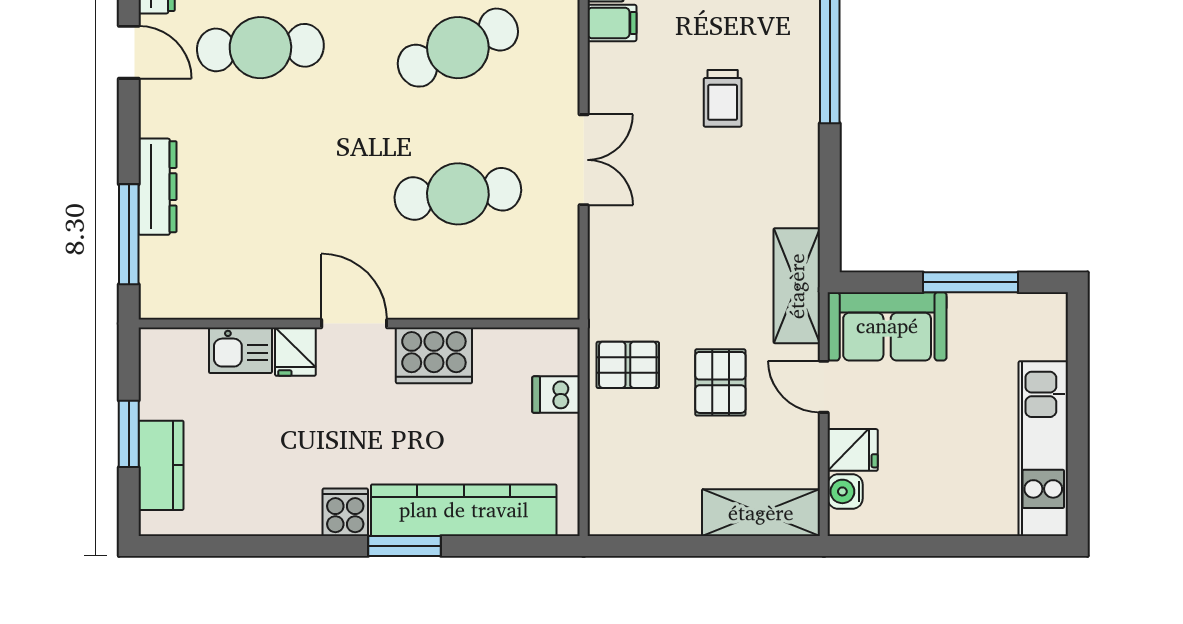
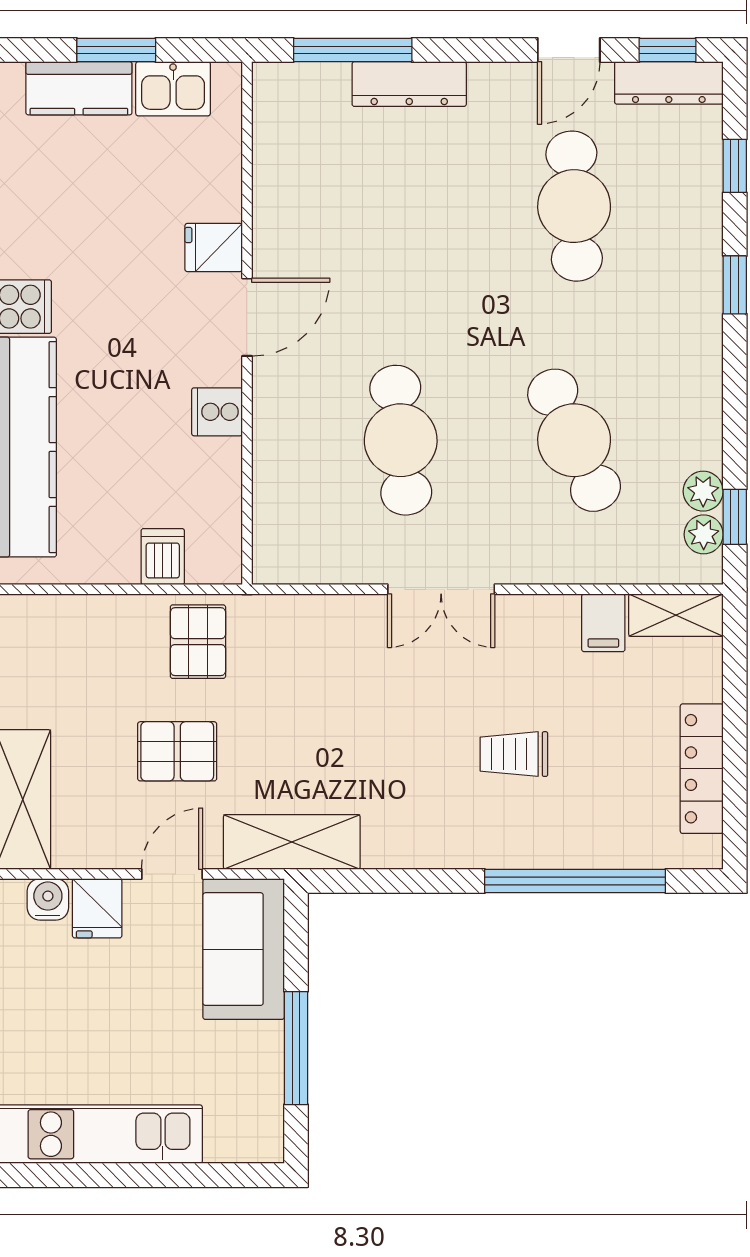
kitchen sink: (240, 350) -> (173, 89), moved, turned -90
cooker: (434, 355) -> (217, 412), width x0.53, depth x0.76

